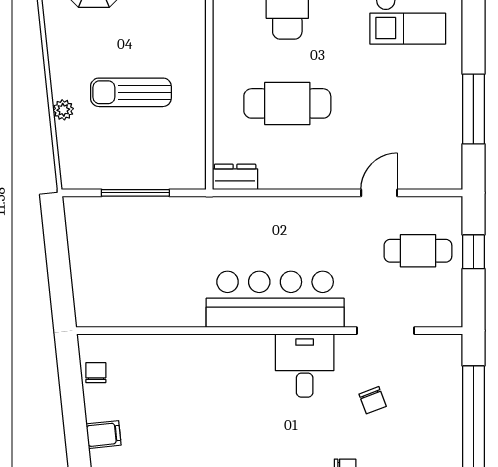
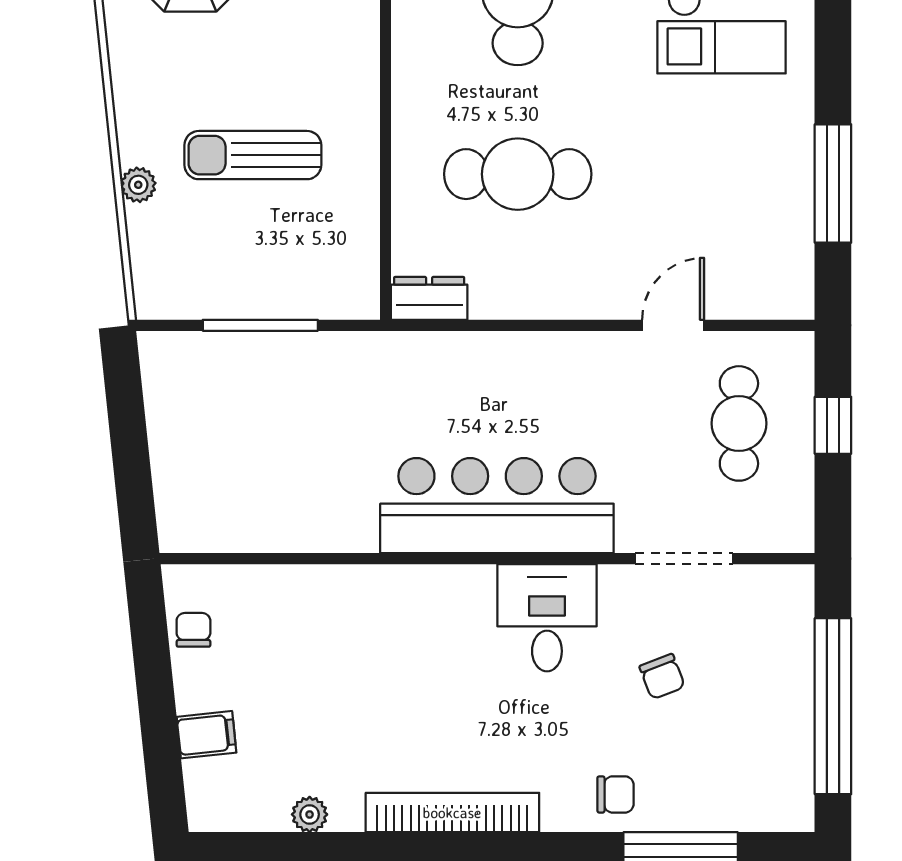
cafe table: (418, 251) -> (739, 423), turned 90

